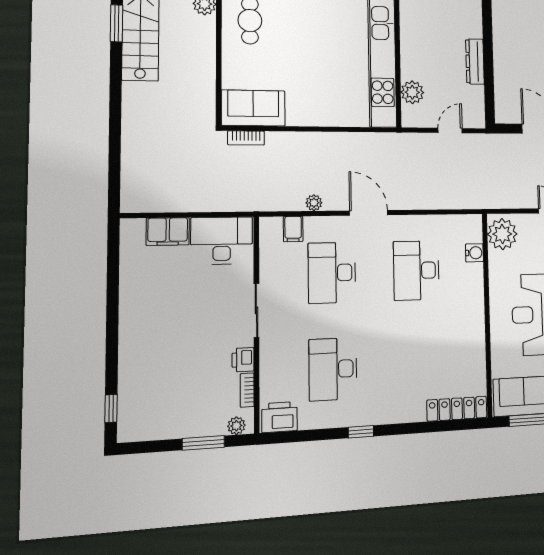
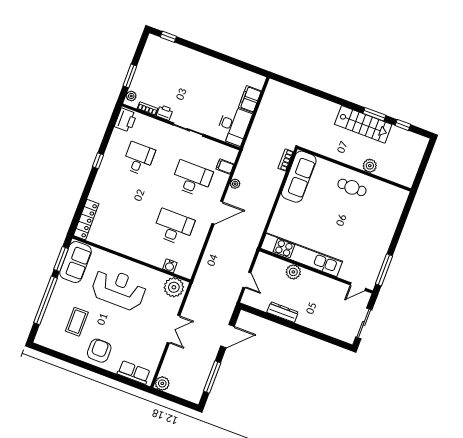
plant: (412, 92) -> (293, 272), moved
sofa: (253, 108) -> (299, 177), width x1.36
desk: (333, 369) -> (139, 159), width x0.73

